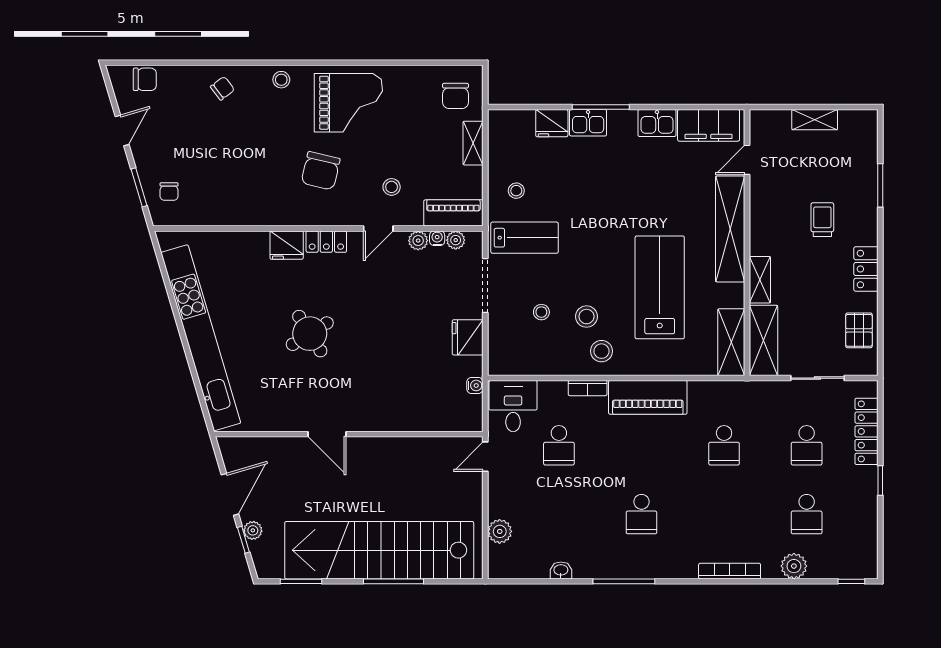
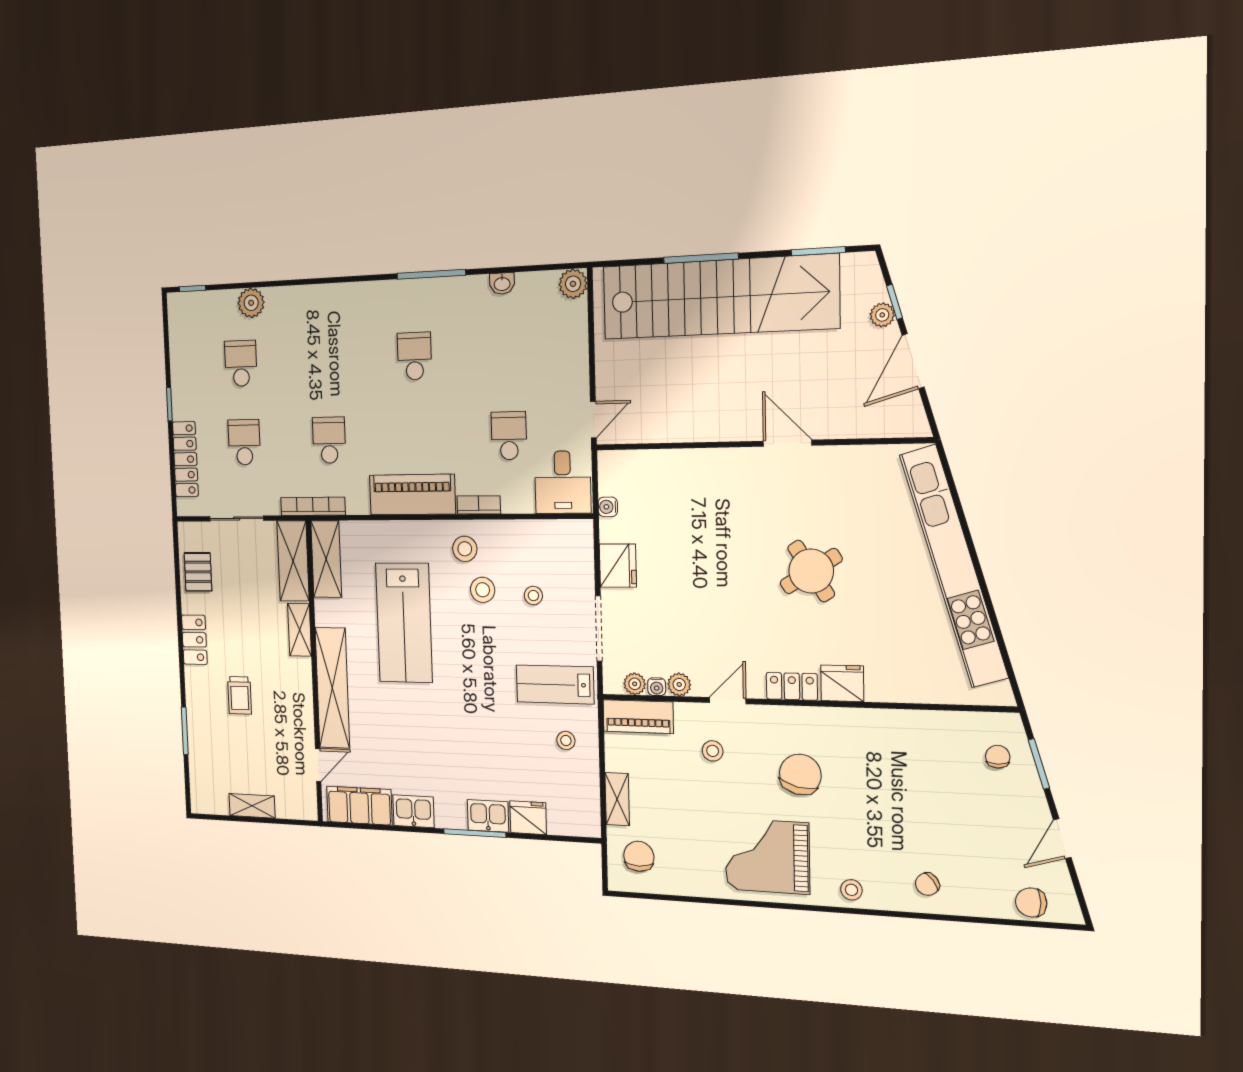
plant: (500, 531) -> (573, 284), moved
bookcase: (730, 571) -> (313, 506), moved, turned 180

